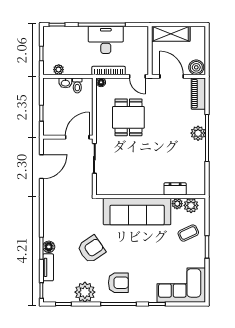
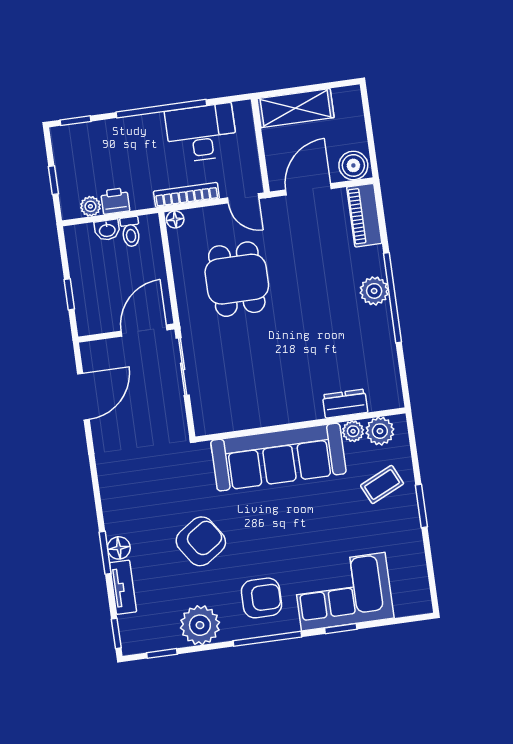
desk: (106, 40) -> (201, 133), moved
printer: (72, 69) -> (115, 201), added
door: (172, 76) -> (309, 189), hinge flipped
corner sofa: (181, 285) -> (343, 592), moved

